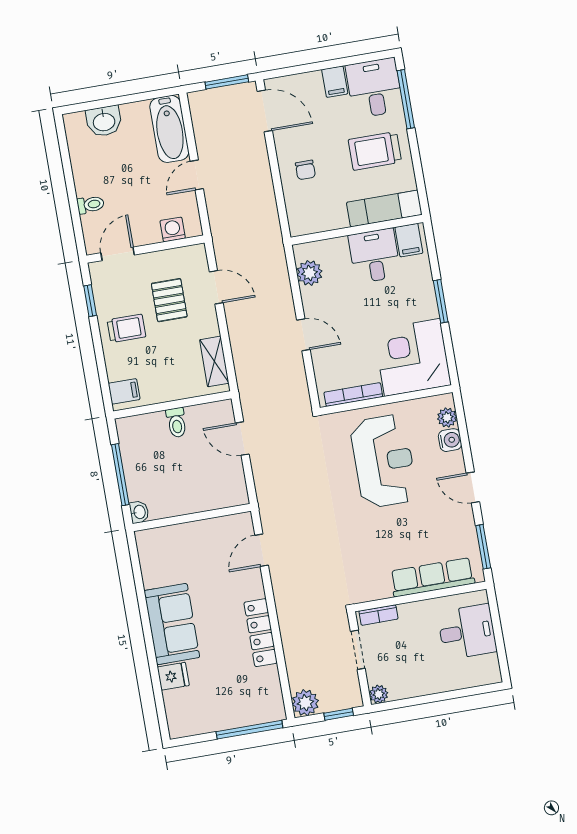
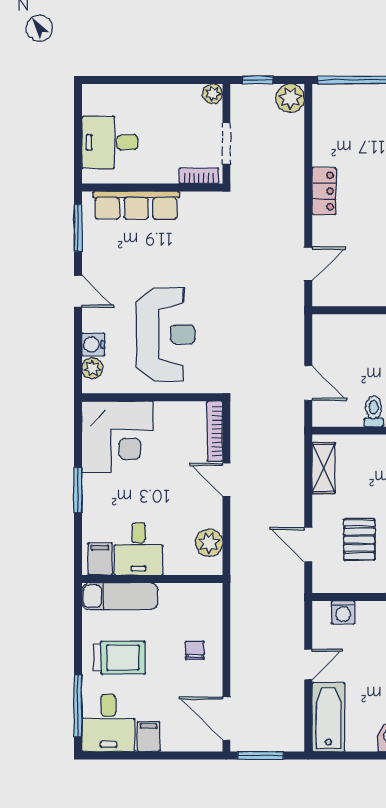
bookcase: (353, 395) -> (215, 431), moved, turned 90
reception desk: (384, 461) -> (166, 334), turned 180
locker: (261, 633) -> (324, 191), width x0.66

